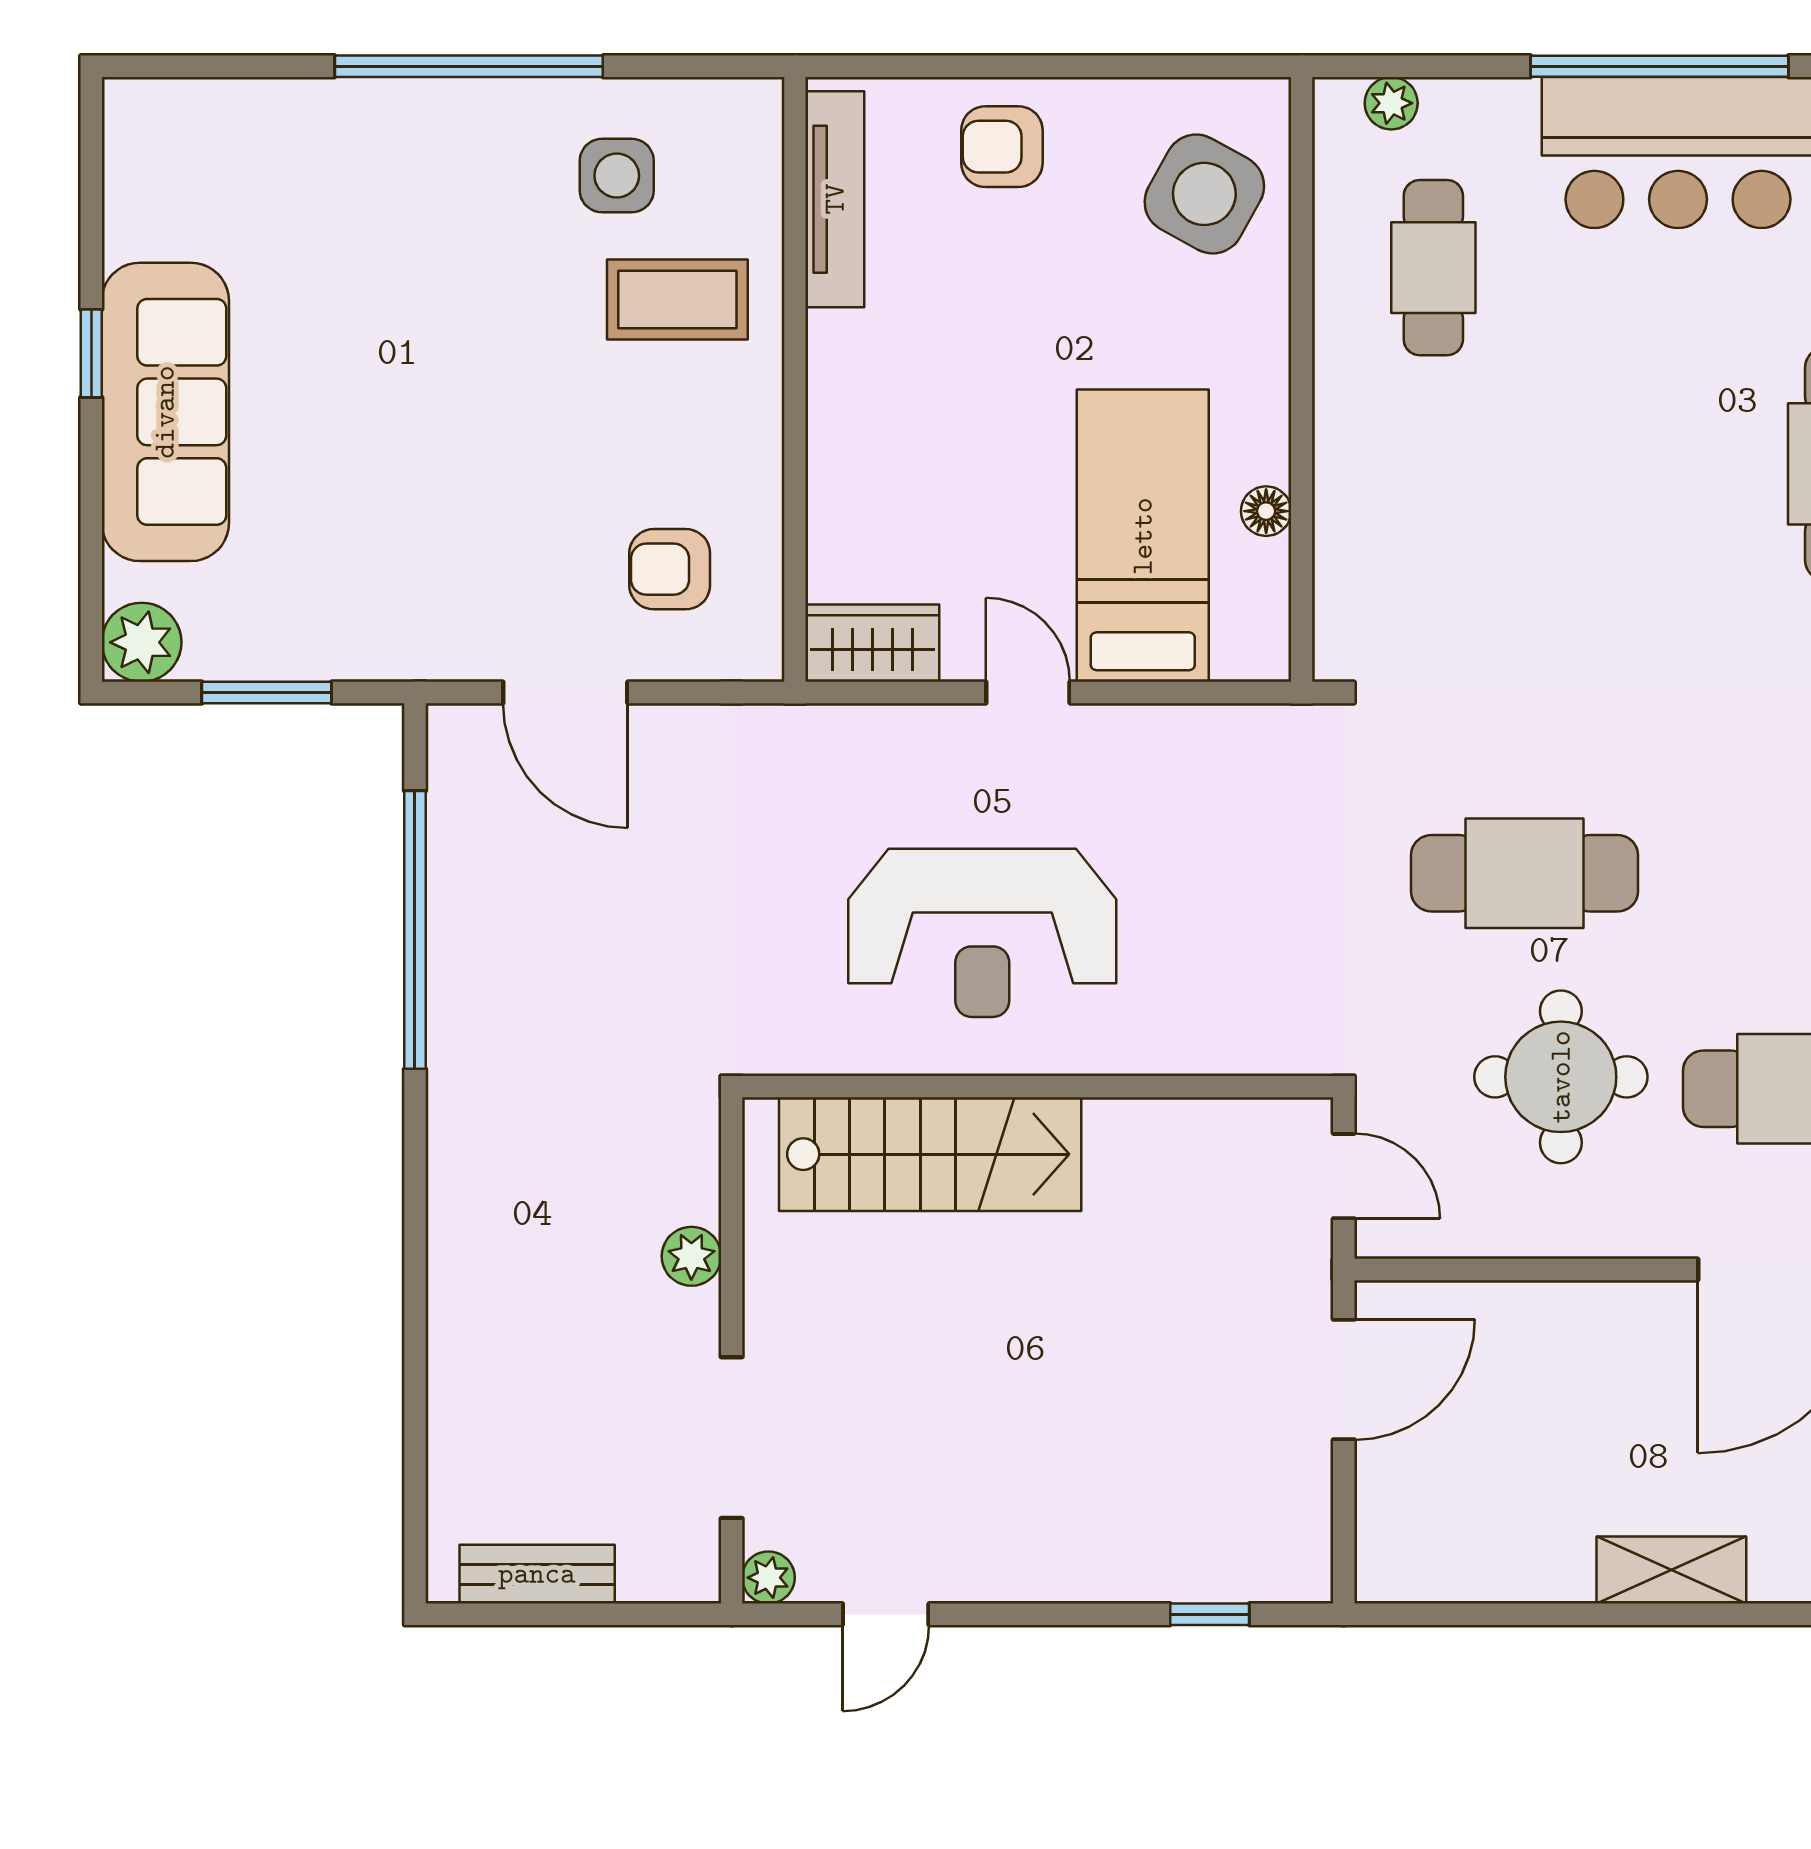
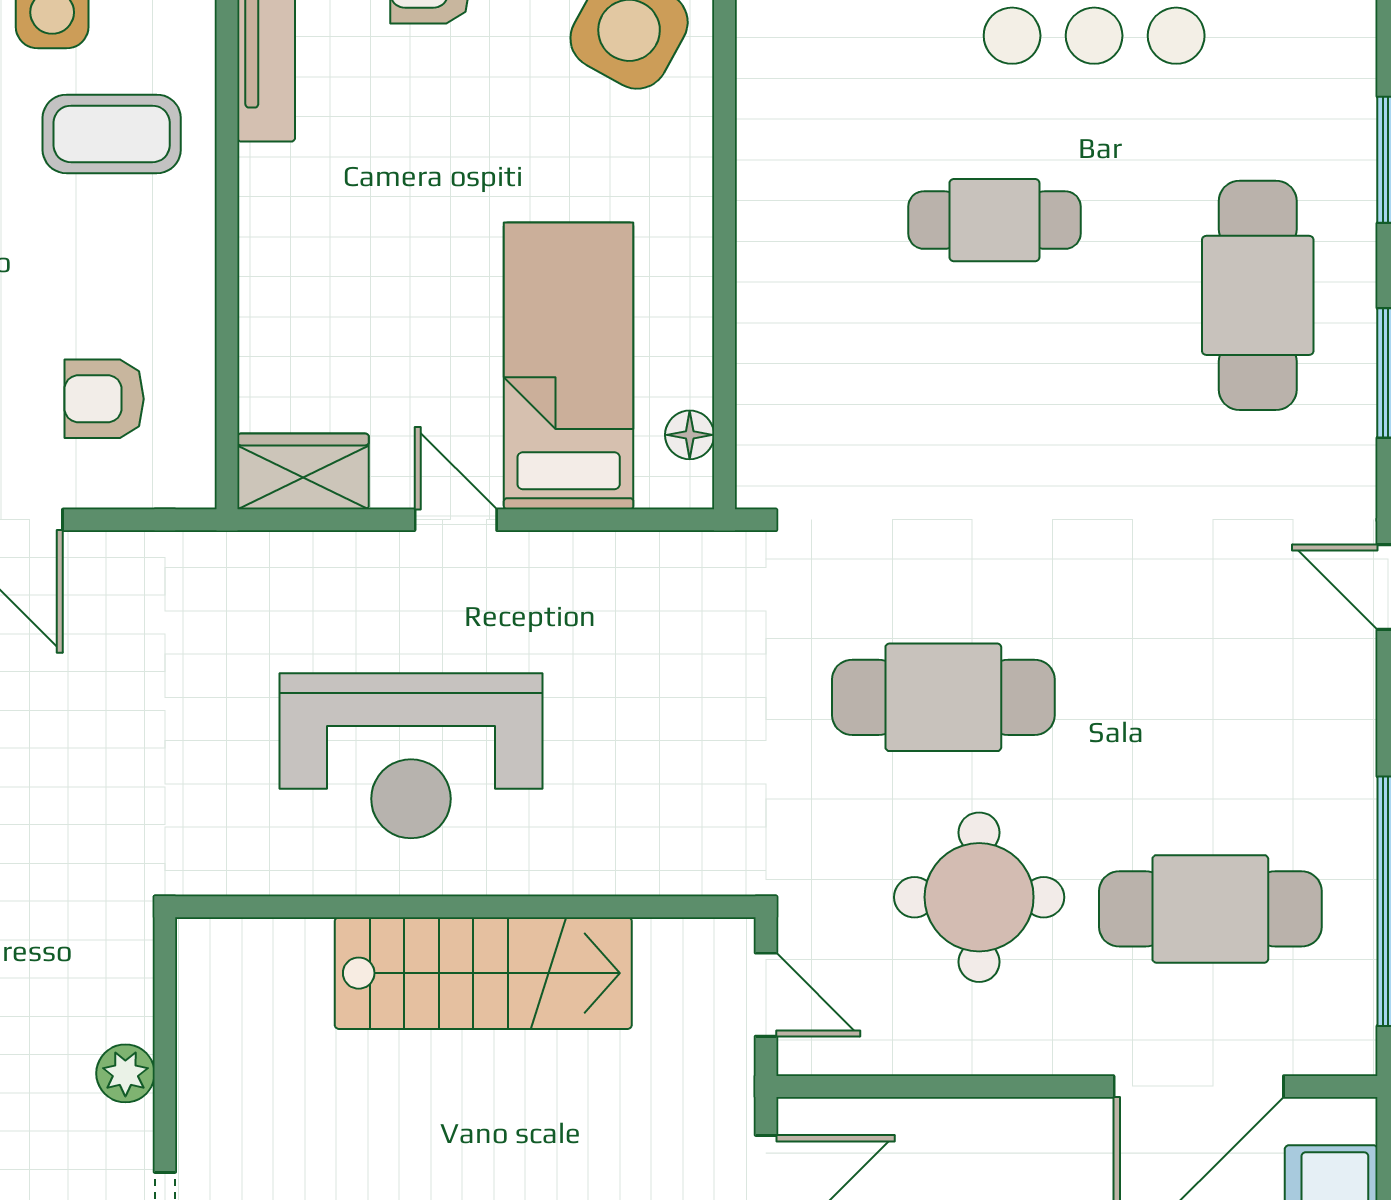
cafe table: (1433, 268) -> (994, 220), moved, turned 90
floor lamp: (1266, 511) -> (690, 435), moved
stairs: (930, 1154) -> (483, 973), moved

